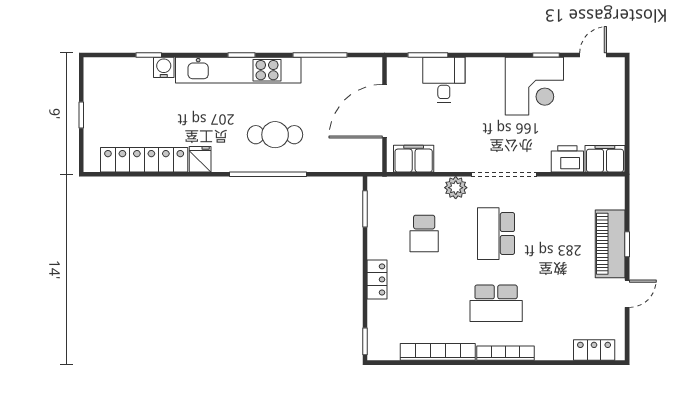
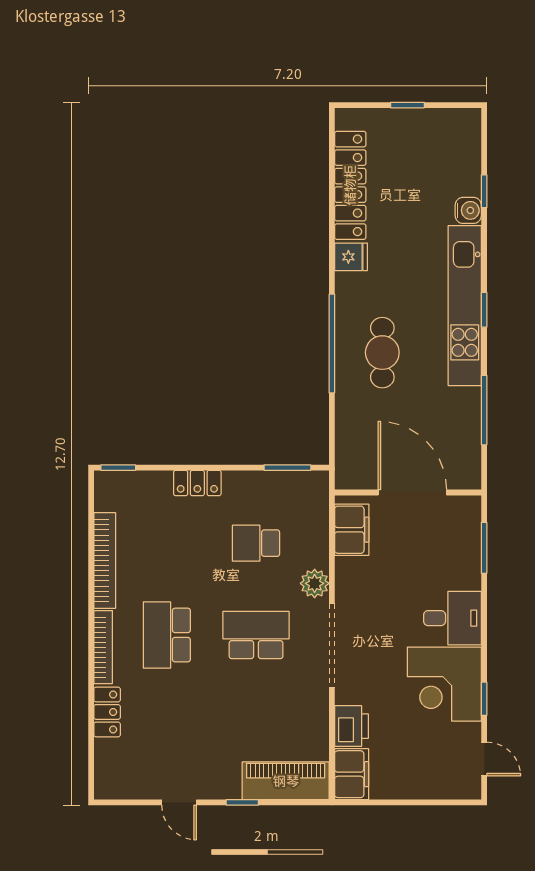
desk: (444, 80) -> (452, 618), moved
piano: (610, 244) -> (286, 781), moved
locker: (594, 350) -> (107, 712), moved

